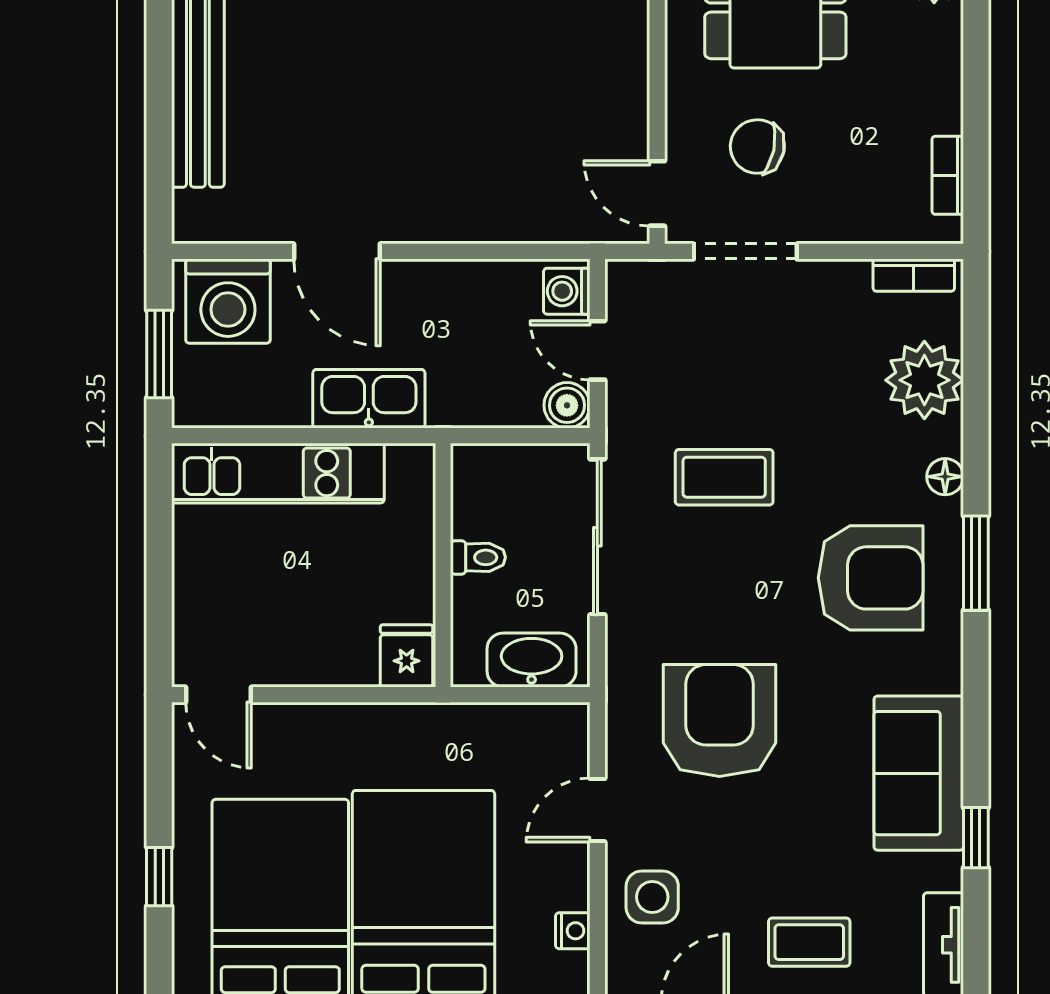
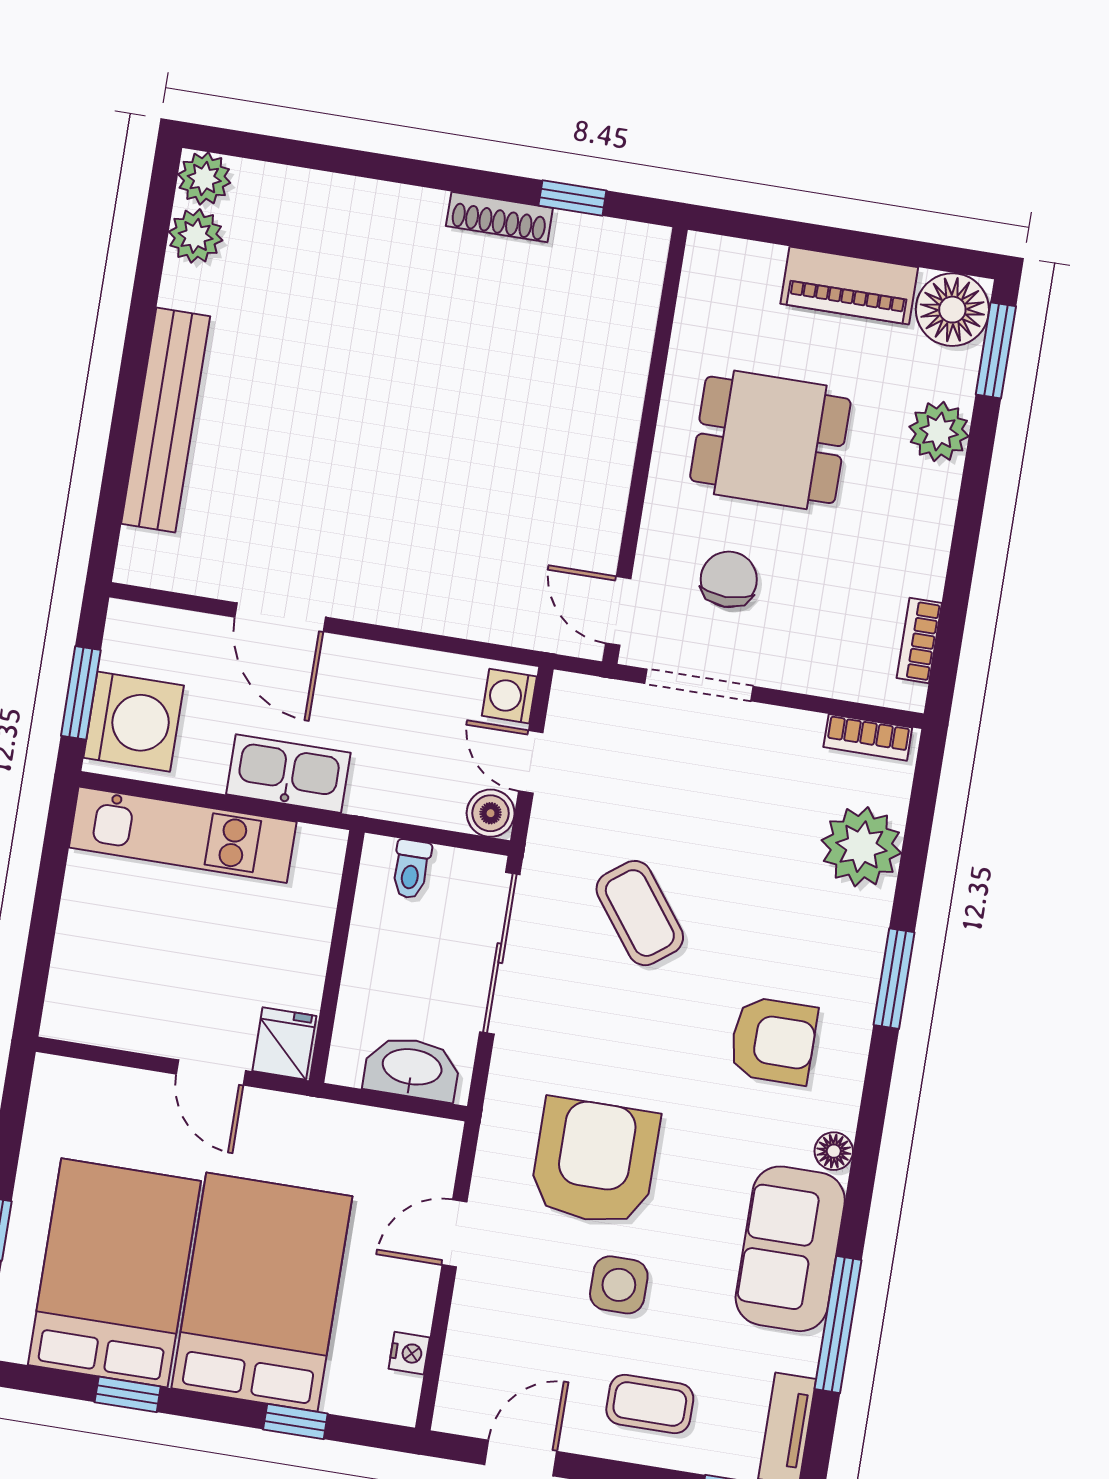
chair: (757, 147) -> (729, 579), turned 78
washing machine: (228, 301) -> (134, 722), moved, turned -90
coffee table: (724, 477) -> (640, 913), turned 53
floor lamp: (945, 477) -> (834, 1151), moved
toilet: (478, 557) -> (411, 869), moved, turned 90
window: (976, 563) -> (894, 979), moved
armchair: (871, 578) -> (773, 1041), width x0.73, depth x0.73
door: (218, 695) -> (211, 1072), moved
window: (976, 838) -> (838, 1324), width x2.17
side table: (652, 897) -> (619, 1285), moved

